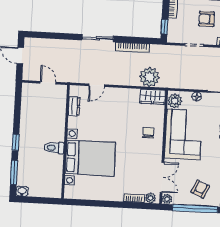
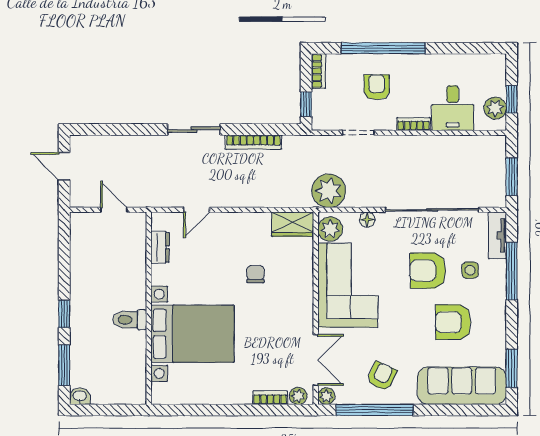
armchair: (207, 19) -> (377, 87), turned 90
plant: (149, 77) -> (329, 191), moved
chair: (148, 133) -> (256, 274), moved

